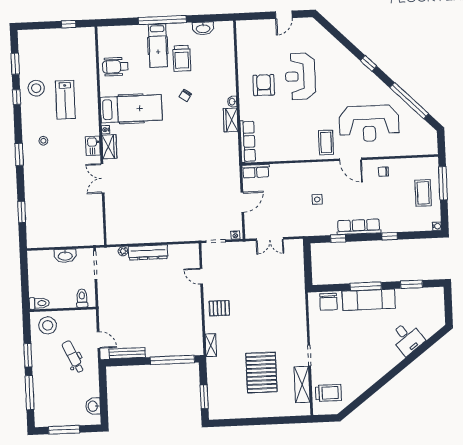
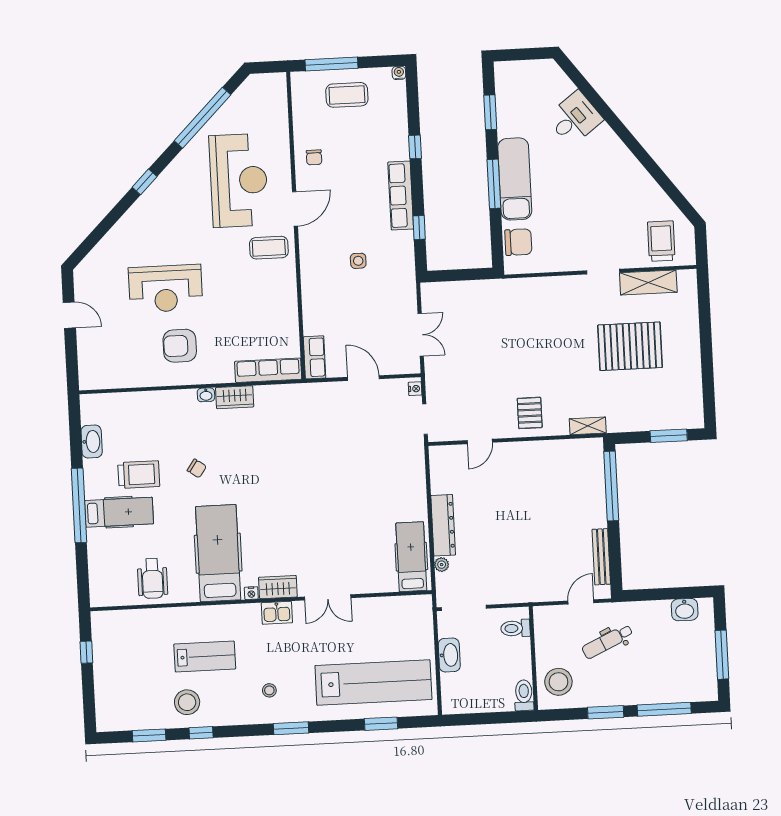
lab bench: (48, 207) -> (373, 683), added
hospital bed: (128, 232) -> (411, 557), added

